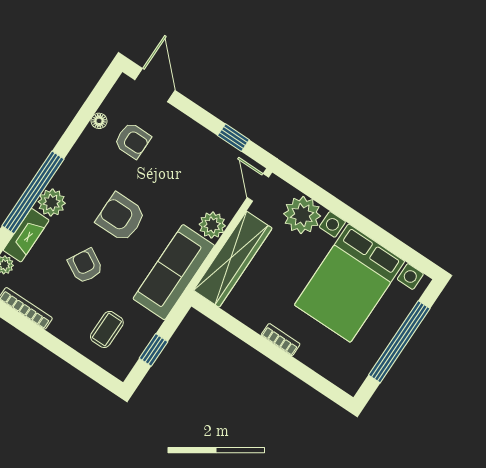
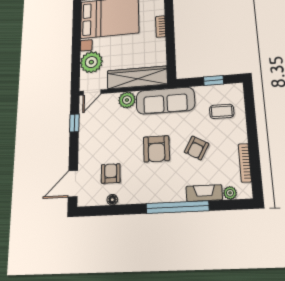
plant: (52, 202) -> (176, 192), removed

